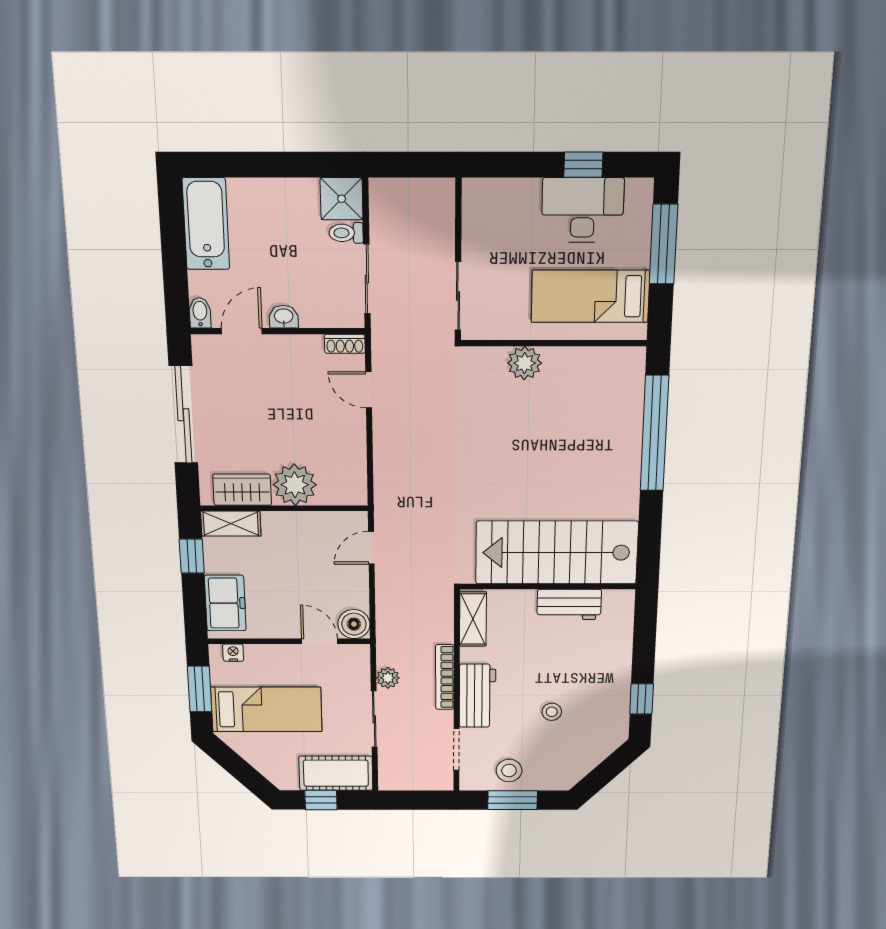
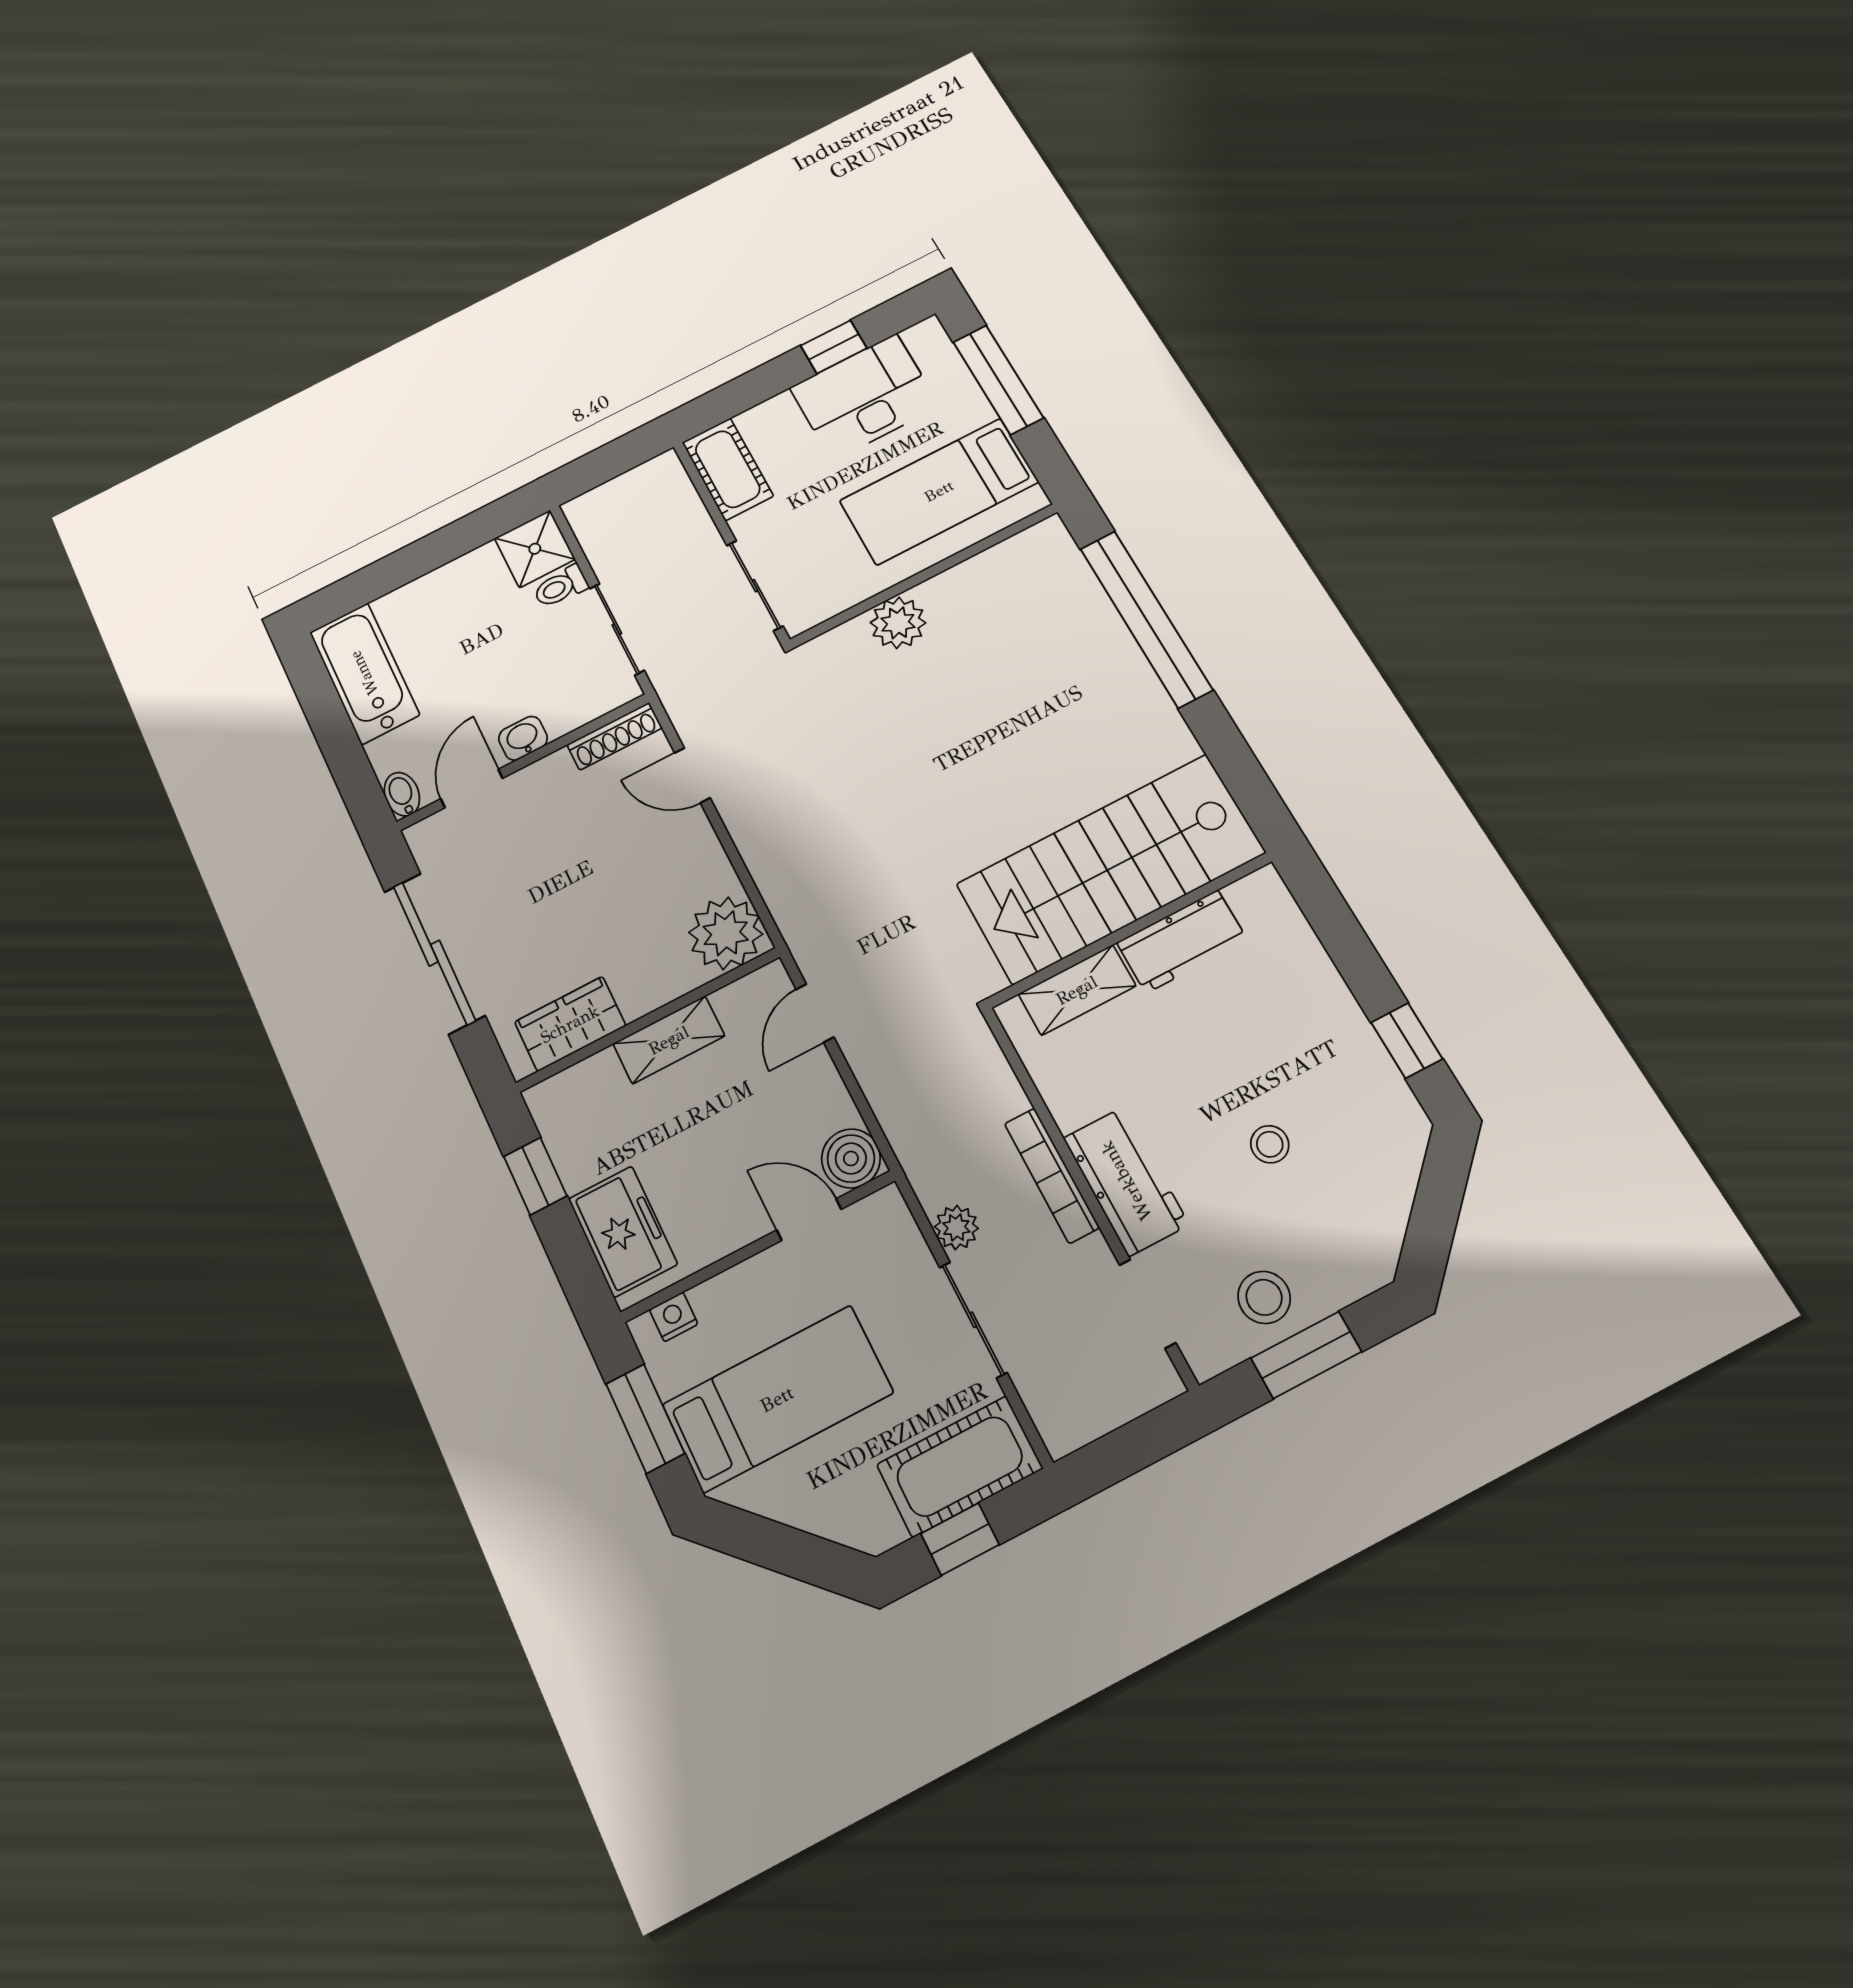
cot: (480, 212) -> (728, 469), added
shoe rack: (345, 344) -> (614, 736), width x1.43
plant: (295, 485) -> (726, 933), moved
shelving: (231, 524) -> (669, 1040), moved
shelving: (473, 619) -> (1077, 990), moved, turned 90

